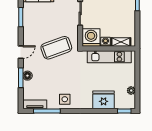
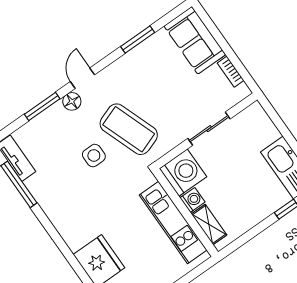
door: (21, 52) -> (83, 78), swing flipped
floor lamp: (27, 76) -> (72, 101), moved
side table: (65, 99) -> (94, 156), moved

